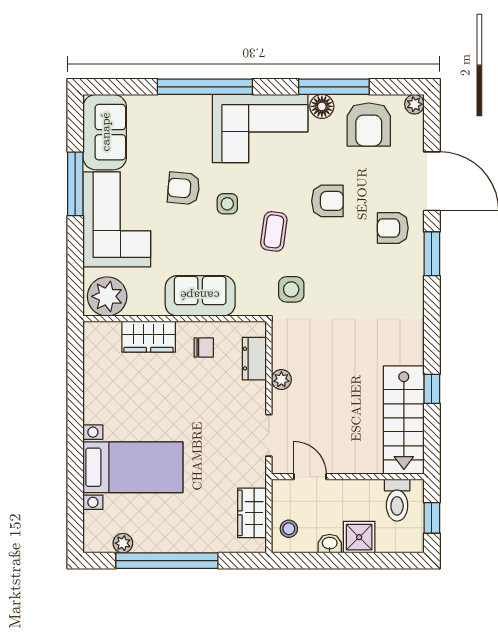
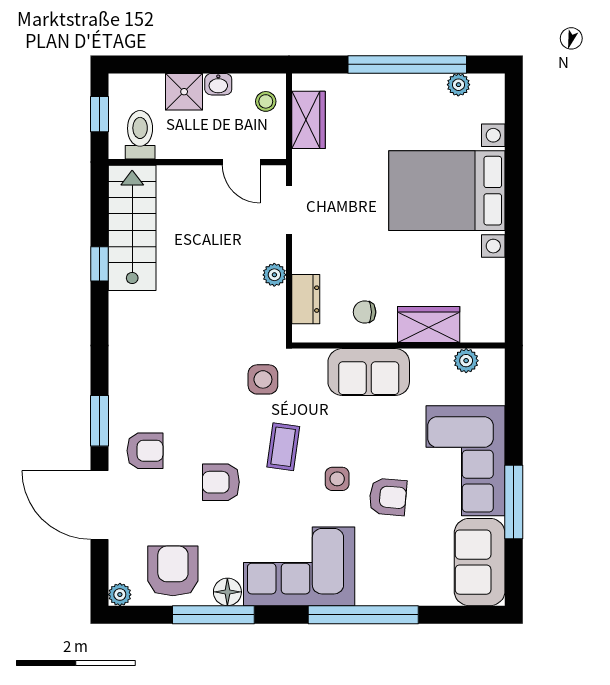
plant: (107, 296) -> (466, 361), width x0.53, depth x0.53
bed with nightstands: (133, 467) -> (447, 191), width x1.36

